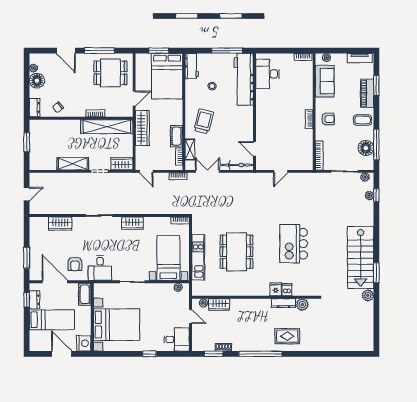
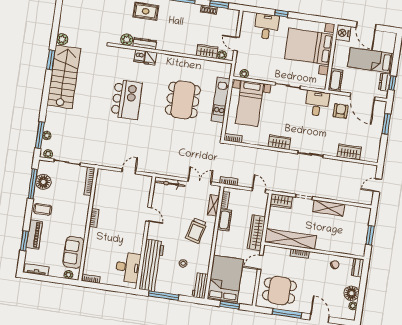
armchair: (328, 119) -> (76, 215), removed
door: (255, 149) -> (148, 214), moved
double door: (207, 171) -> (200, 182), swing flipped
window: (376, 195) -> (40, 135), width x2.17
desk: (177, 339) -> (267, 27), moved, turned 90

